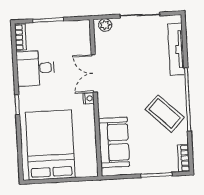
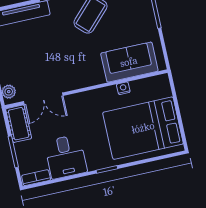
cot: (74, 29) -> (19, 124), added
double door: (94, 73) -> (43, 99), moved
nightstand: (89, 98) -> (123, 88), moved

